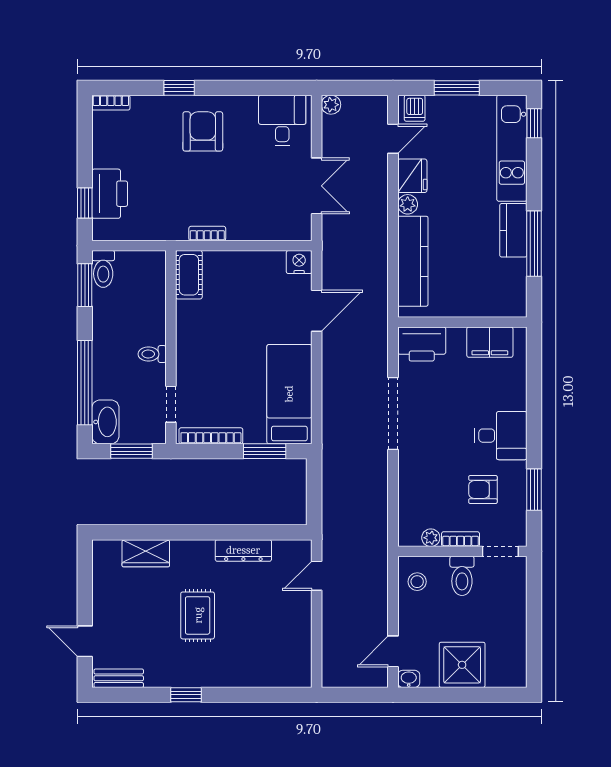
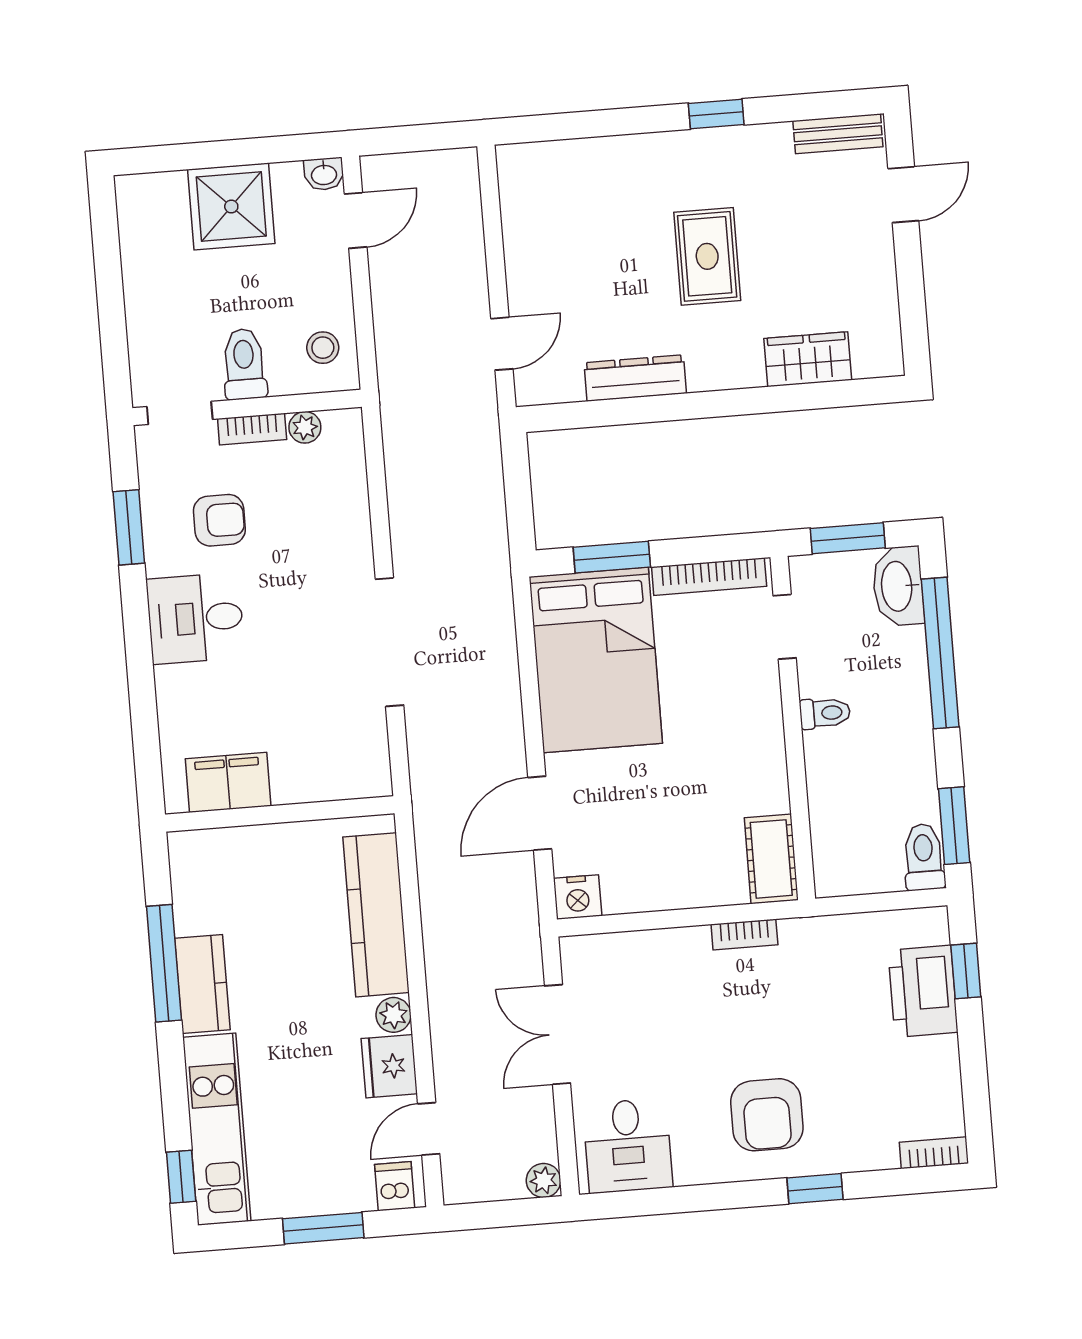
printer: (422, 344) -> (349, 769), removed
bed: (289, 394) -> (596, 660), width x1.50
door: (85, 641) -> (903, 195), hinge flipped

